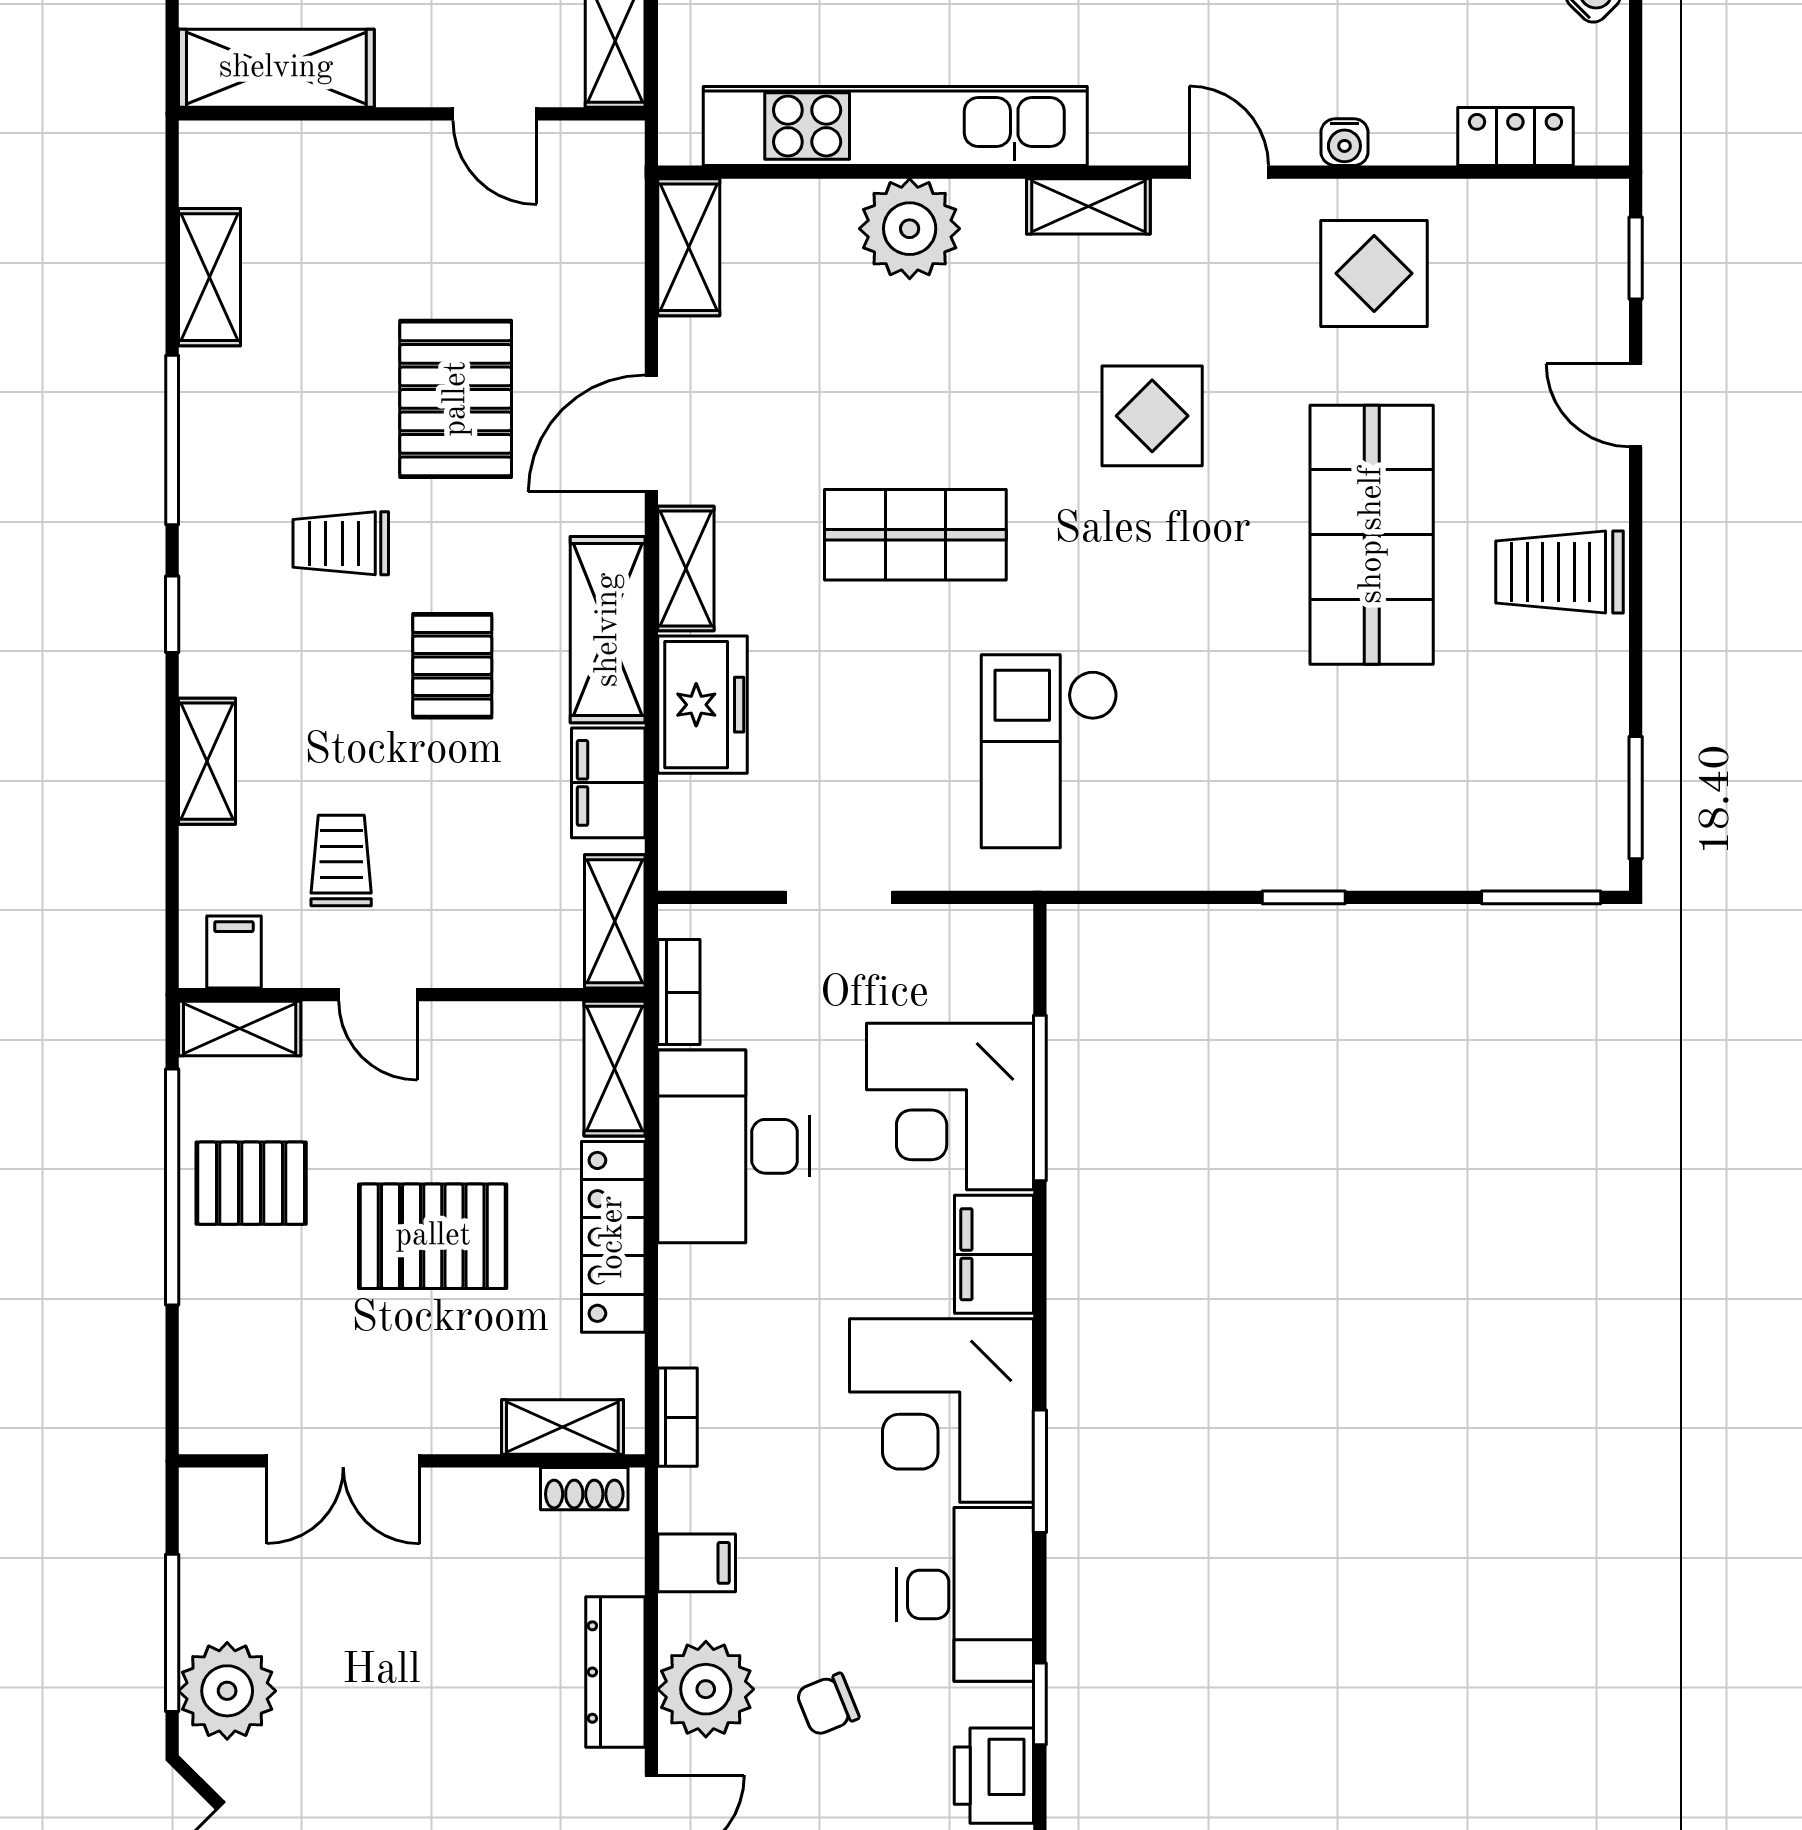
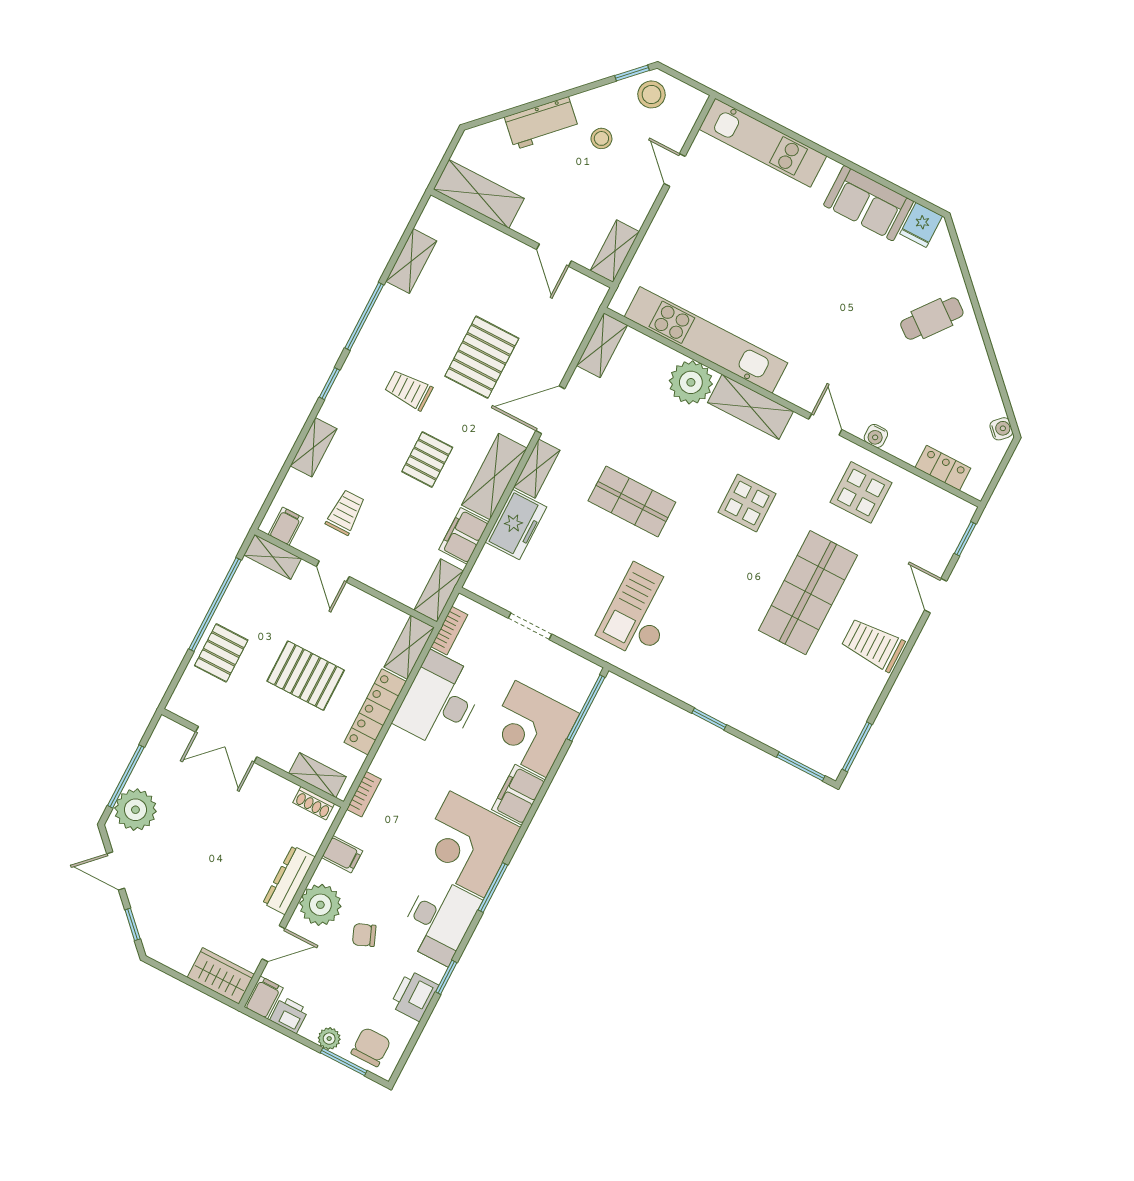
shelving: (1088, 206) -> (751, 407), width x1.50, depth x1.33
window: (1040, 1098) -> (586, 708), moved
pallet: (251, 1183) -> (221, 653), moved, turned 90

